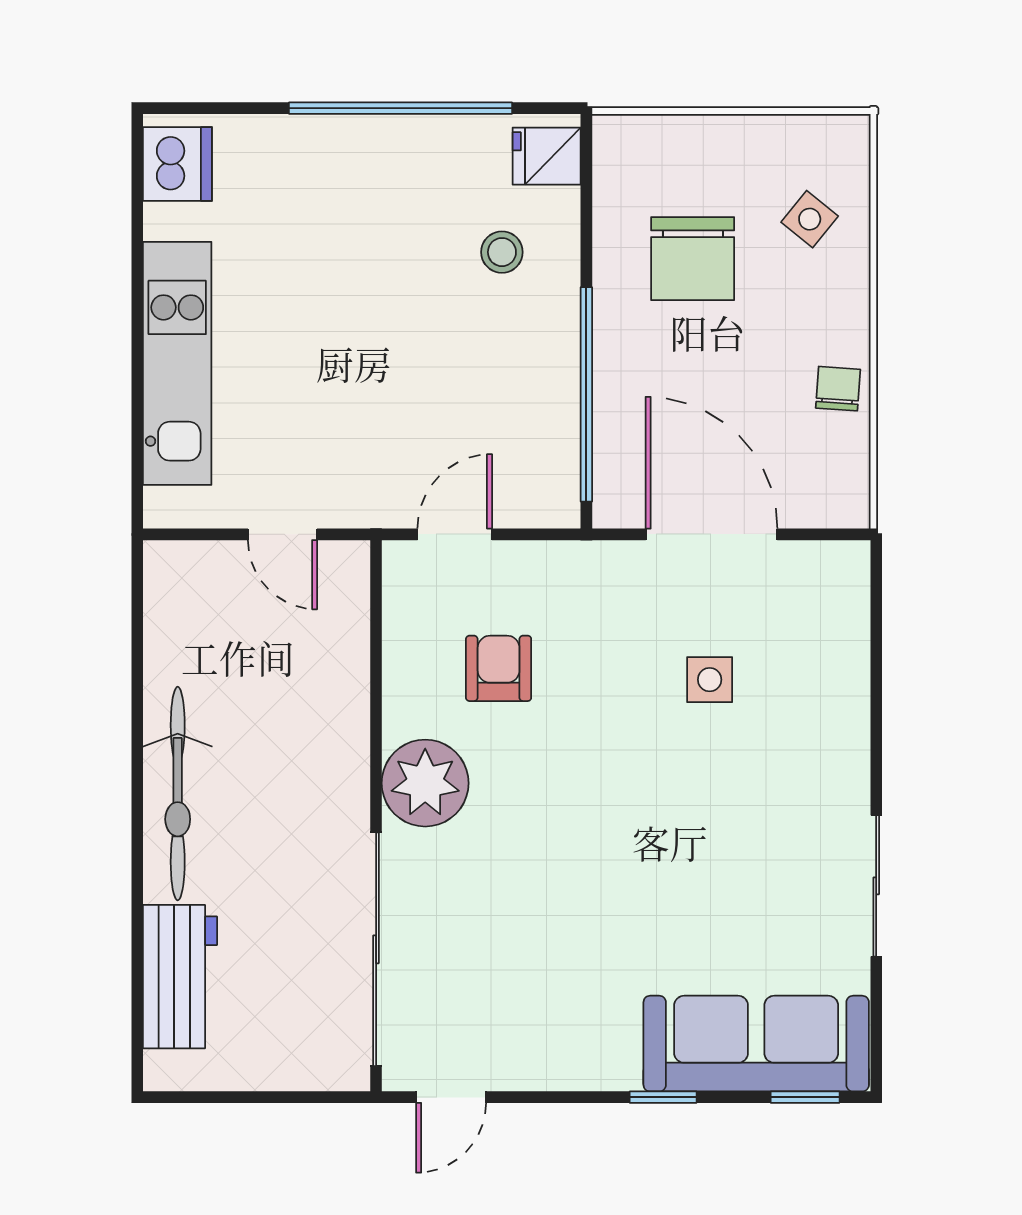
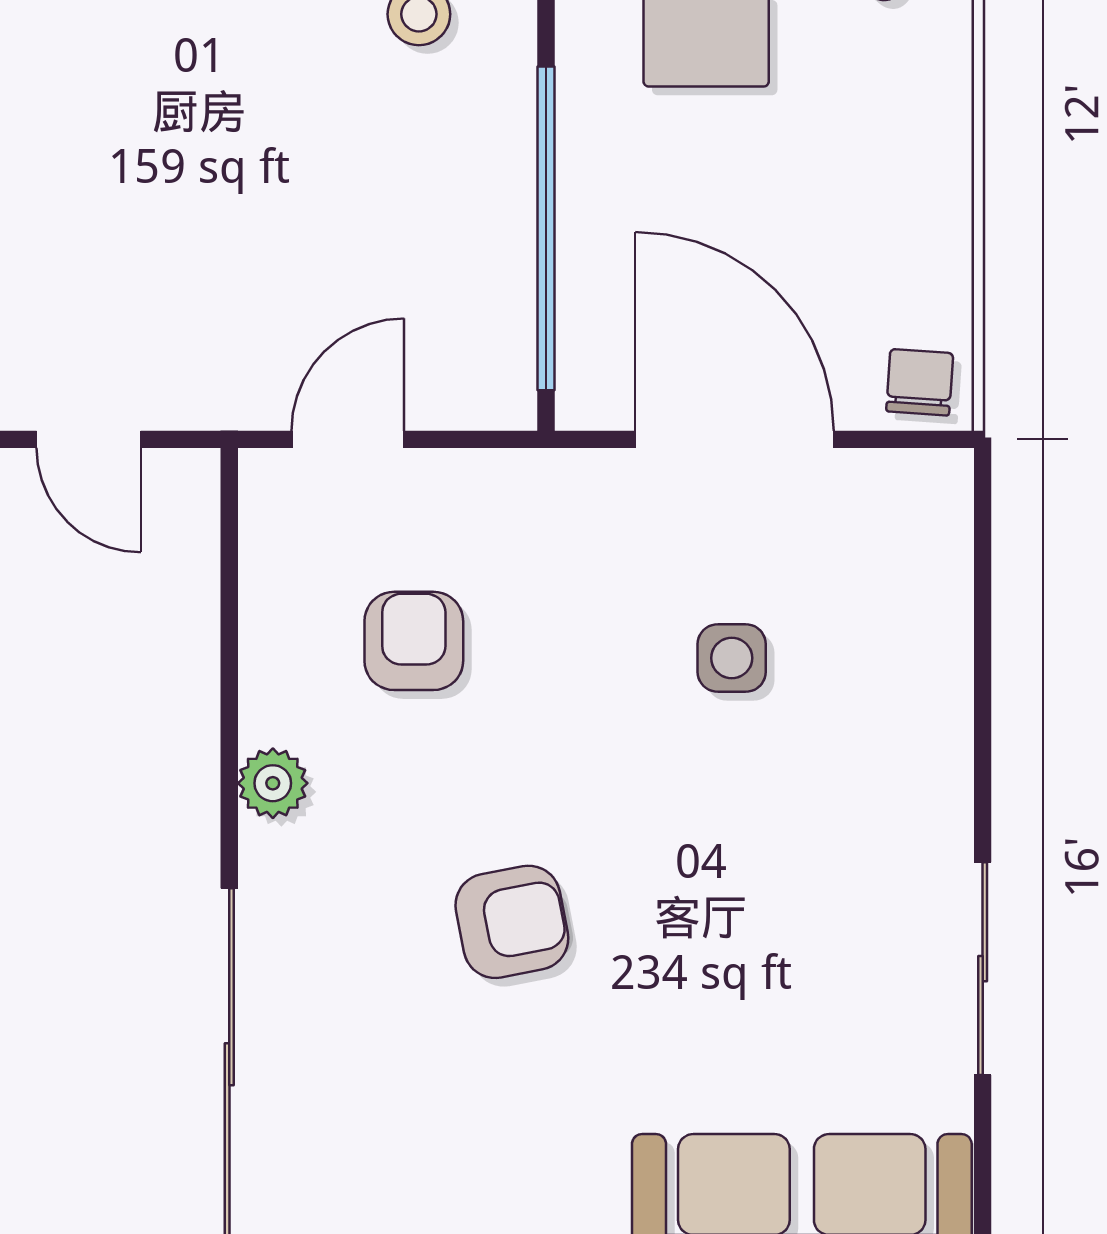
chair: (838, 389) -> (920, 382), moved
plant: (425, 783) -> (273, 783), width x0.53, depth x0.53
armchair: (564, 855) -> (512, 922), added

